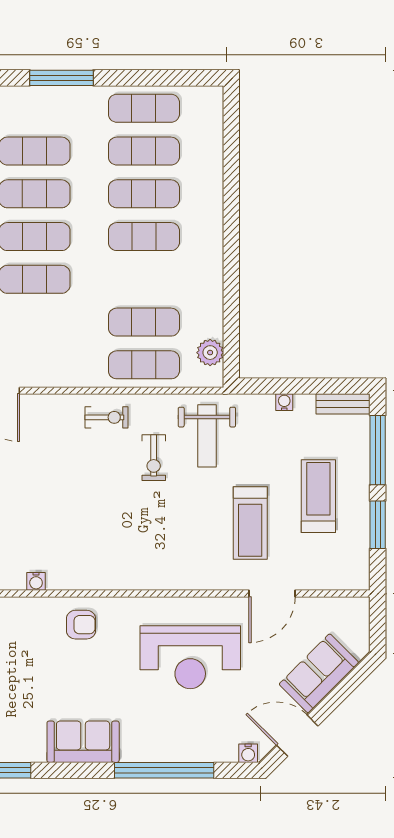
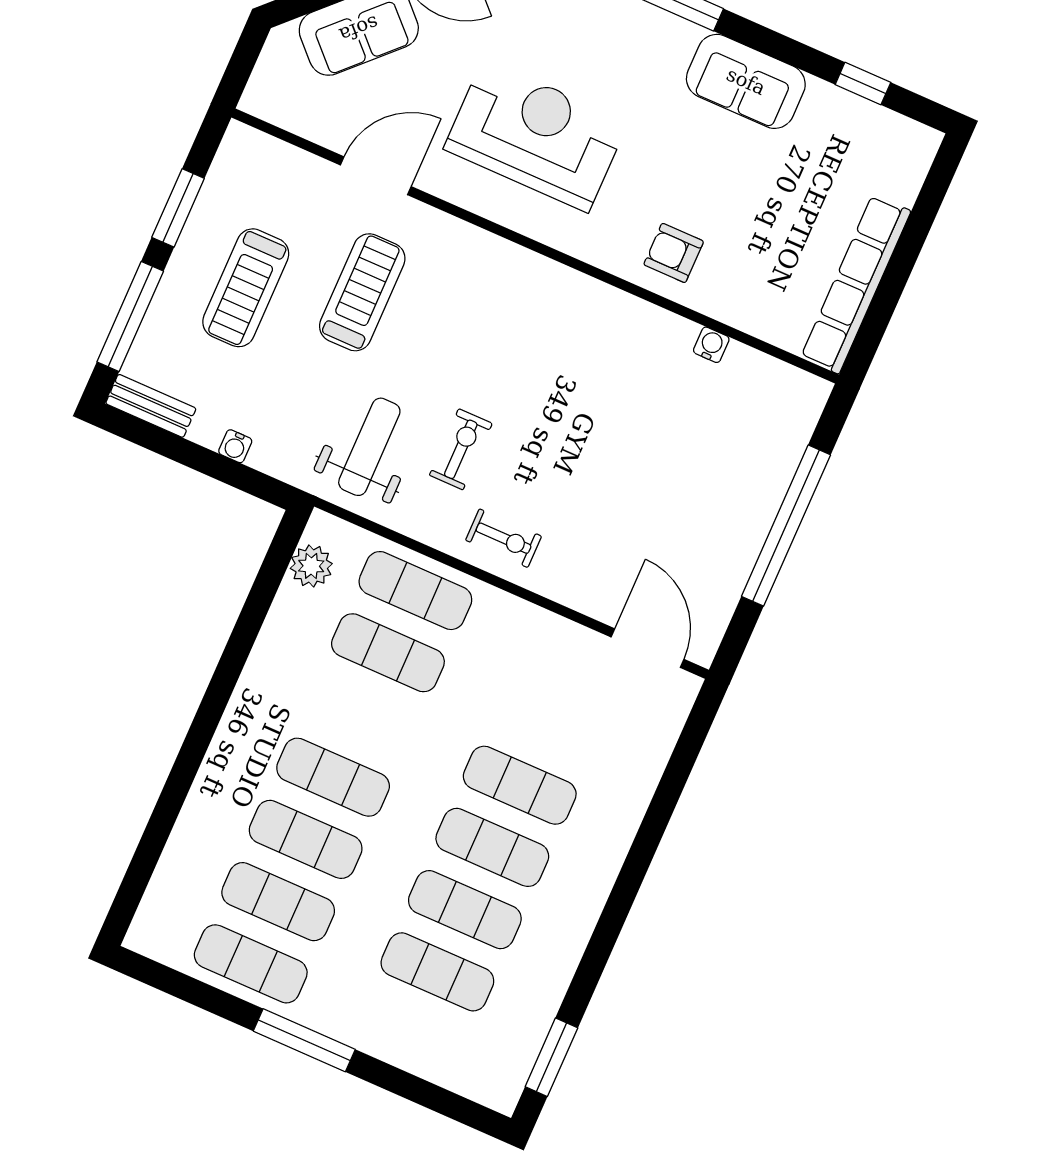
window: (61, 78) -> (304, 1040), moved
exercise bike: (106, 417) -> (504, 538), turned 180

